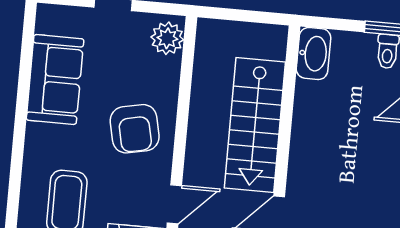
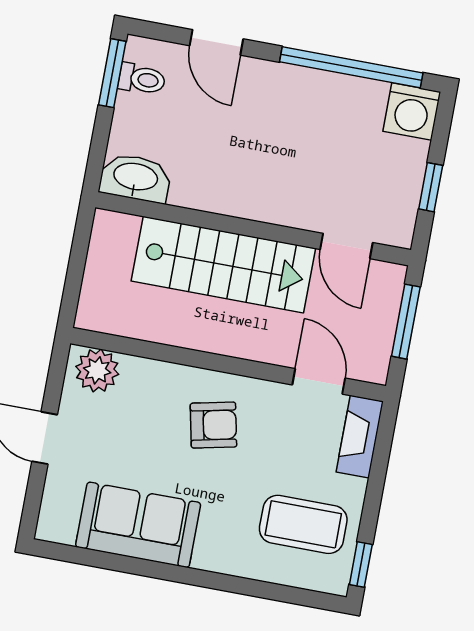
armchair: (135, 129) -> (213, 425), width x0.72, depth x0.72

